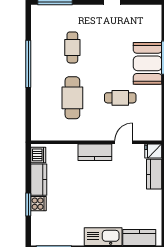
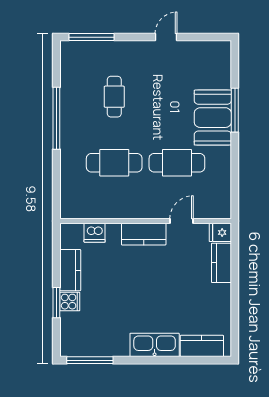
cafe table: (72, 98) -> (114, 163), turned 90
cafe table: (120, 98) -> (177, 163), width x1.37, depth x1.35
dishwasher: (38, 155) -> (95, 233), moved, turned 90

